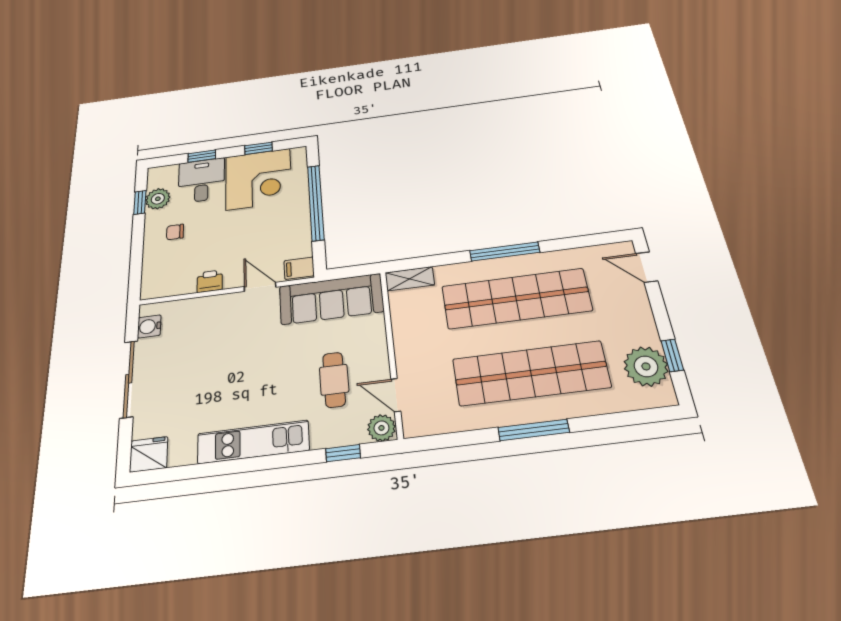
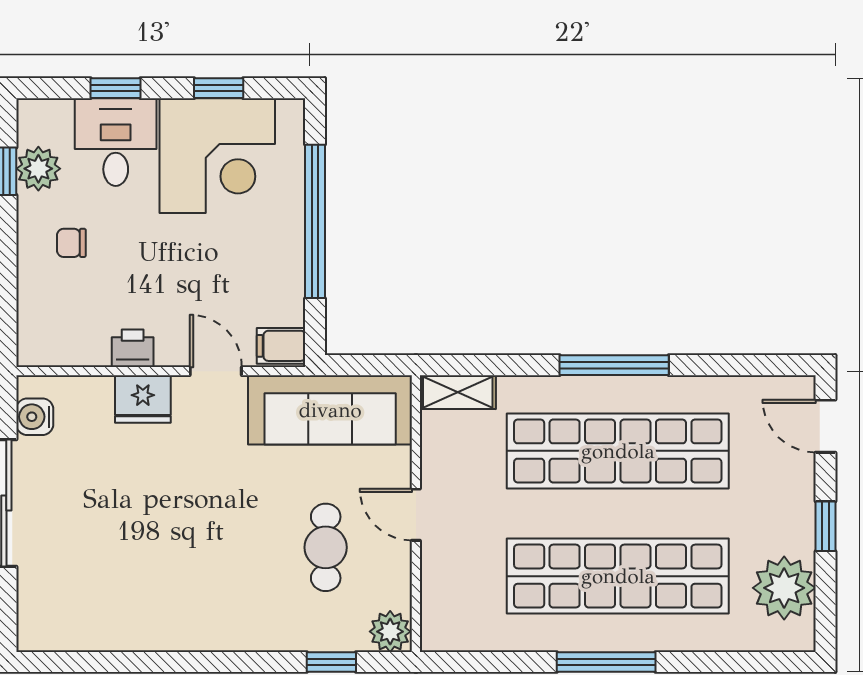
window: (672, 355) -> (826, 526), moved
door: (396, 395) -> (416, 515), moved
kitchen unit: (253, 442) -> (200, 629), removed
fridge: (149, 454) -> (143, 399), moved, turned 180

